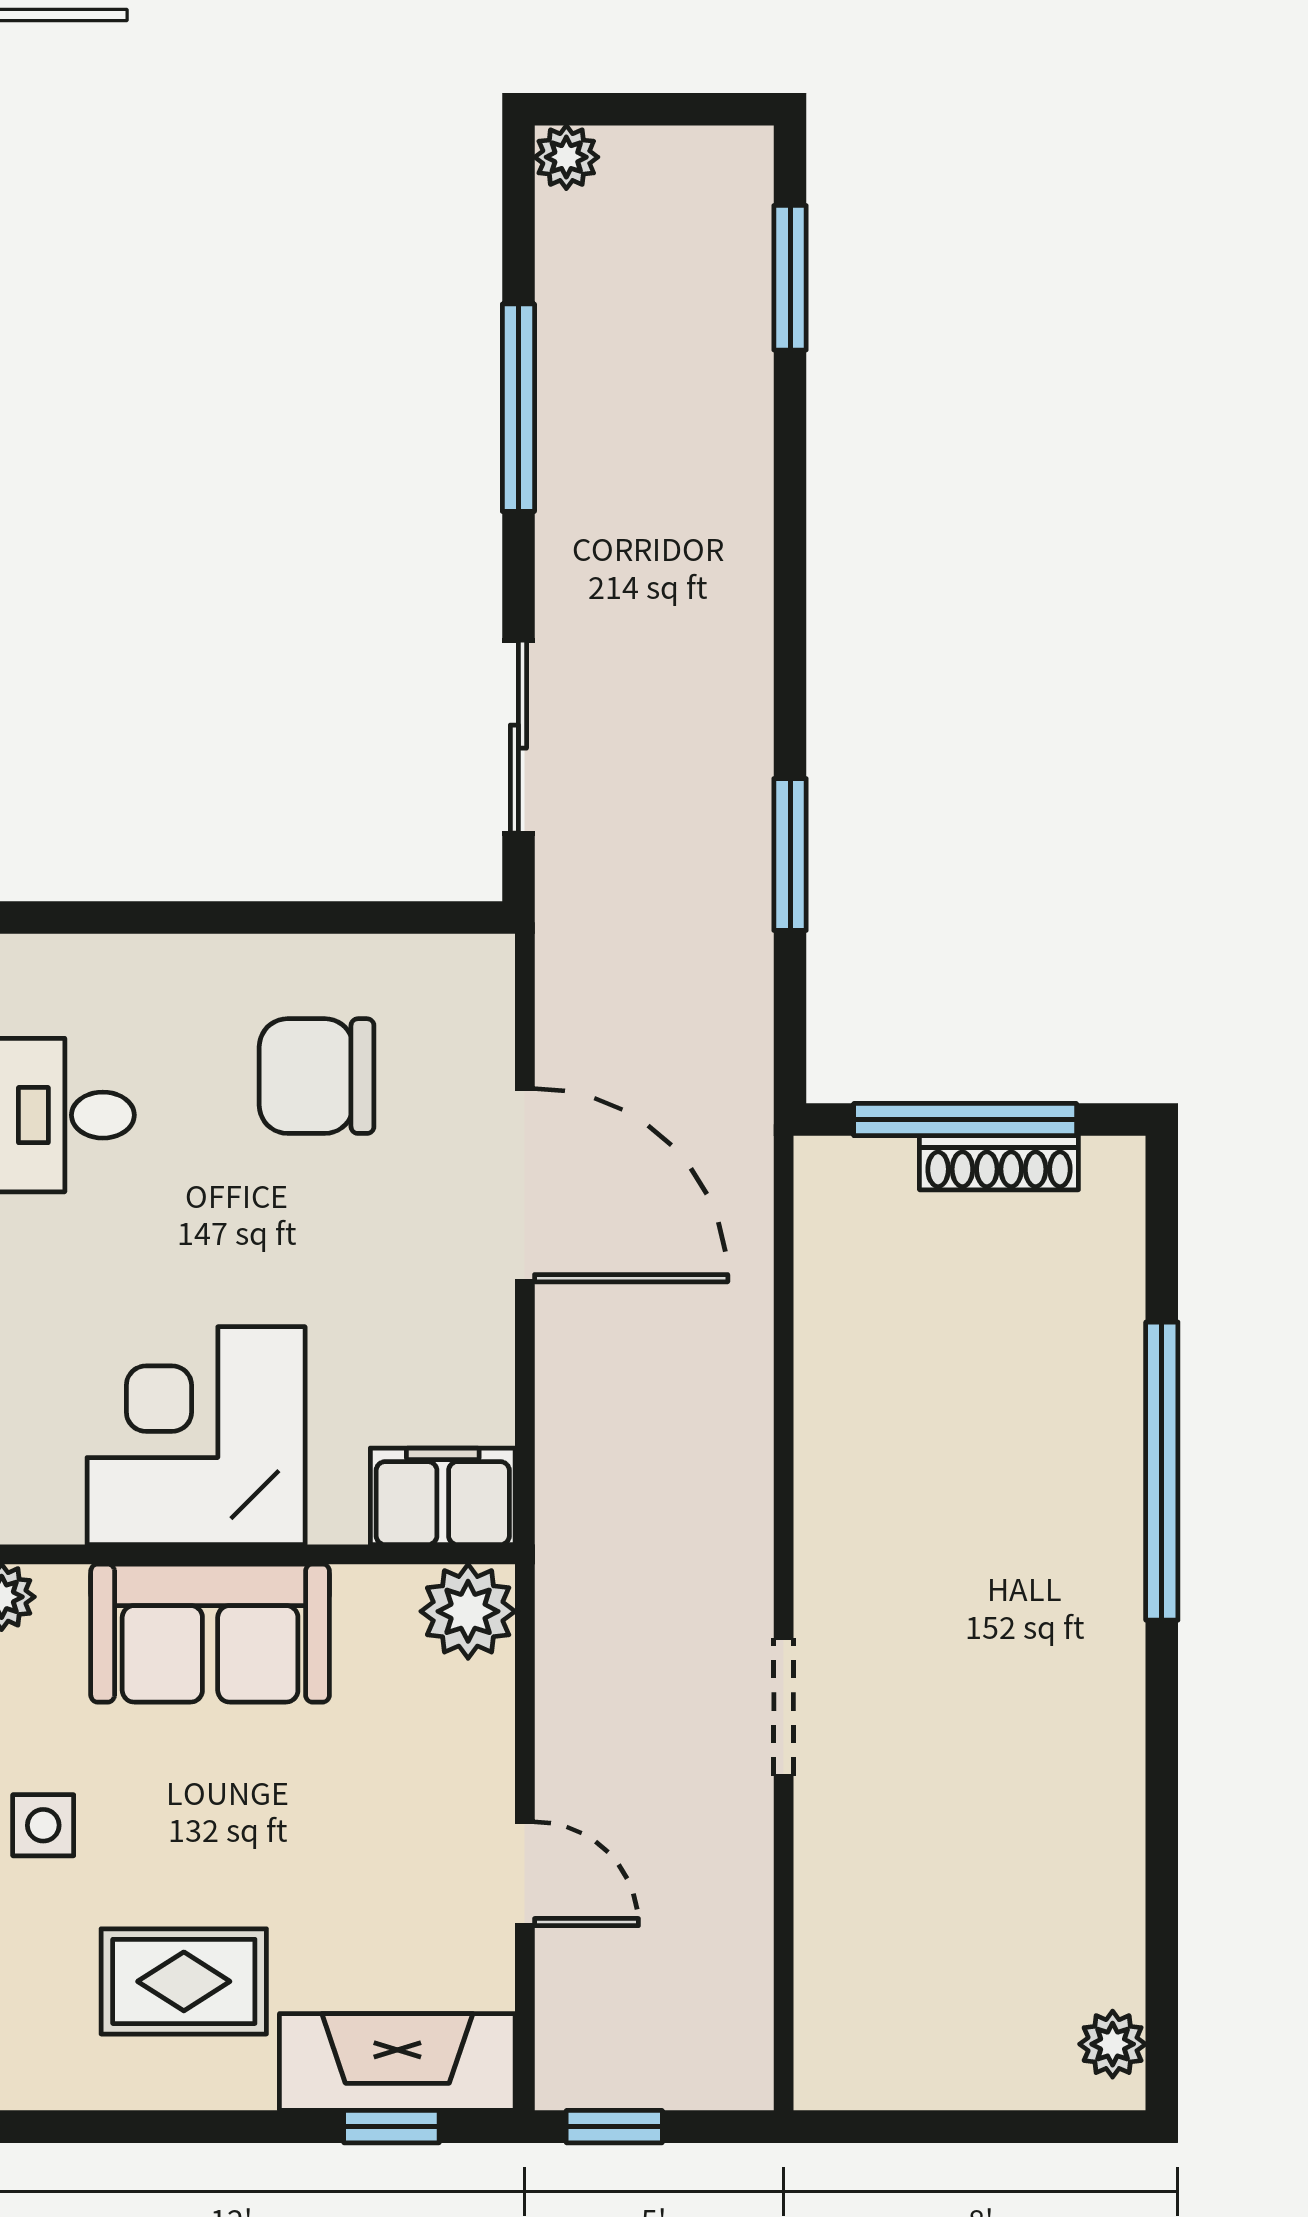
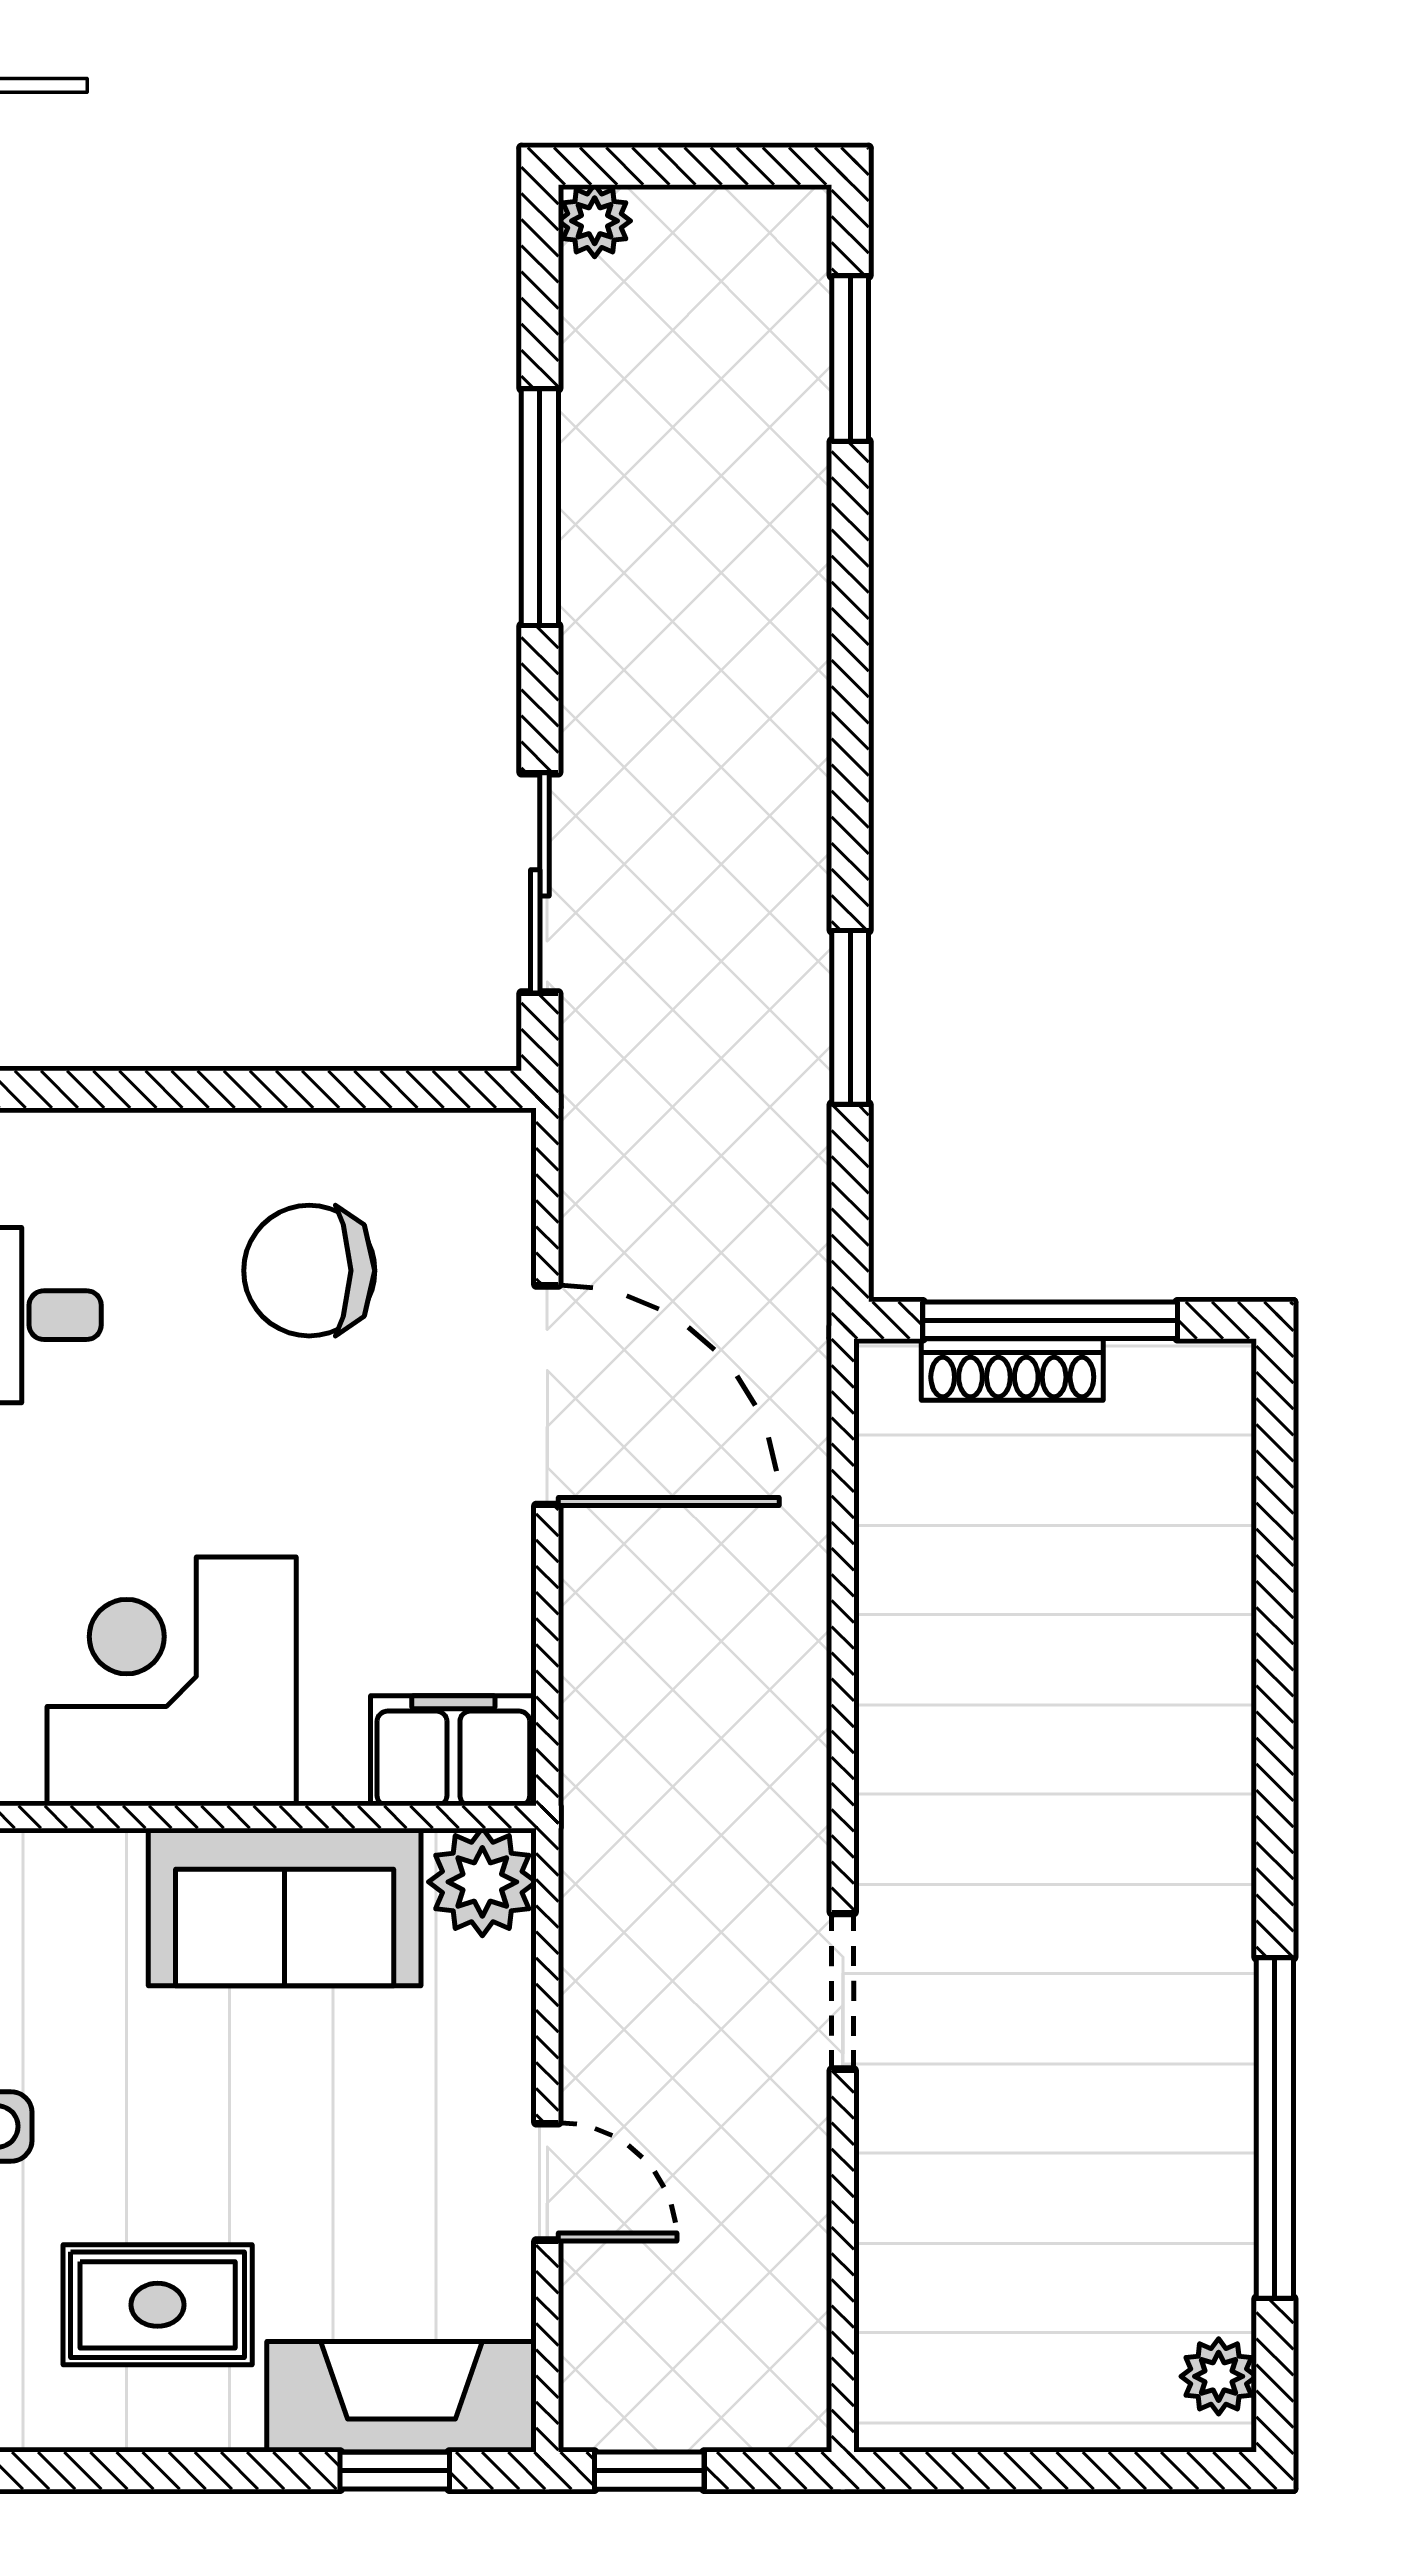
shoe rack: (999, 1163) -> (1012, 1370), moved
window: (1162, 1471) -> (1275, 2128), moved
sofa: (210, 1633) -> (285, 1907), moved

